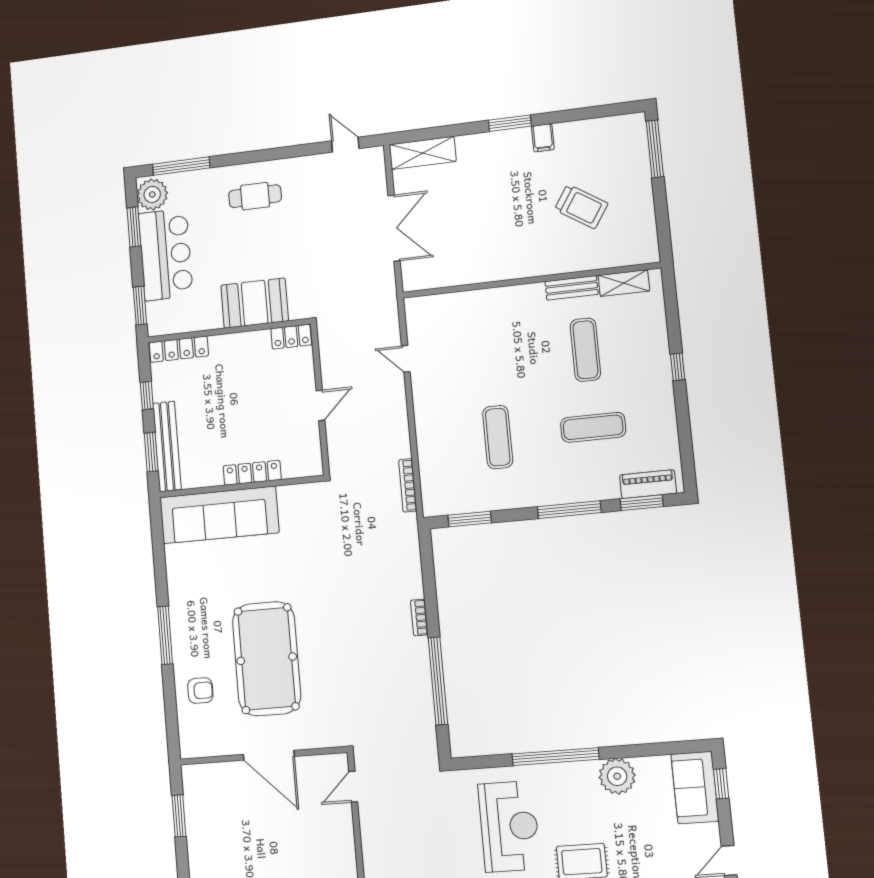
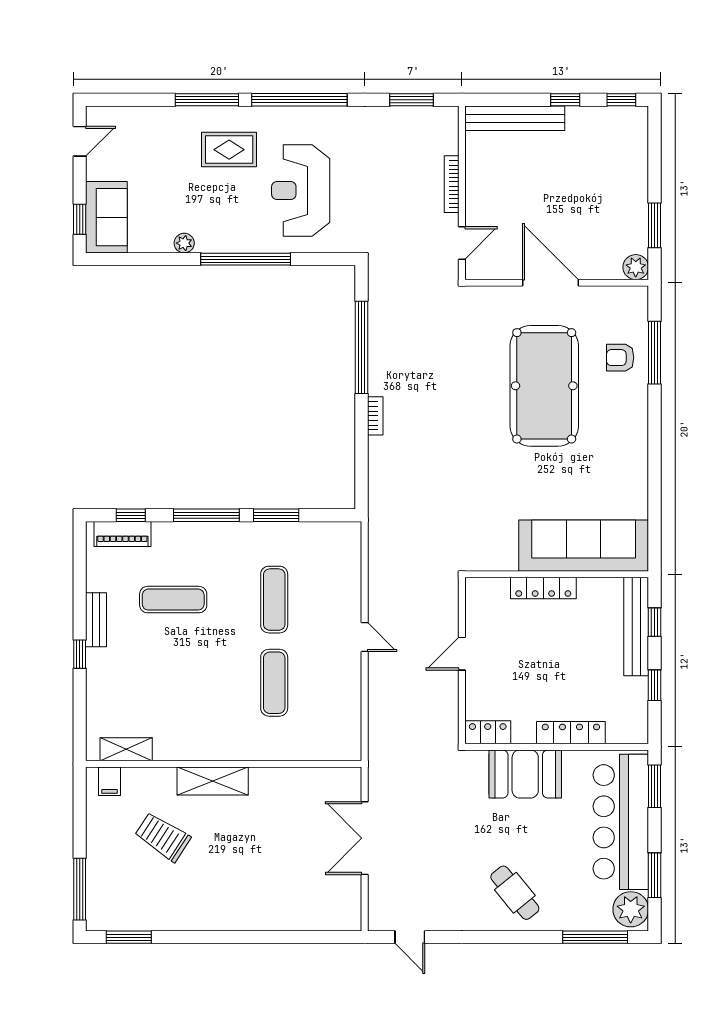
window: (510, 123) -> (129, 937), moved
filing cabinet: (543, 138) -> (109, 781), moved, turned 180
shelving: (423, 153) -> (213, 781), moved
cafe table: (255, 196) -> (515, 893), turned 51
bar counter: (166, 254) -> (621, 822), width x1.36
bench: (572, 288) -> (96, 620), moved, turned 90
locker: (179, 349) -> (571, 733), moved
exercise mat: (585, 350) -> (274, 683), moved
door: (406, 359) -> (365, 637), moved
window: (151, 452) -> (655, 622), width x0.67
bookcase: (408, 485) -> (452, 184), moved, turned 180
window: (642, 503) -> (131, 515), width x0.67
window: (470, 519) -> (276, 515), moved
window: (165, 635) -> (655, 353), moved
plant: (193, 776) -> (636, 267), added
plant: (617, 776) -> (184, 243), width x0.53, depth x0.53

